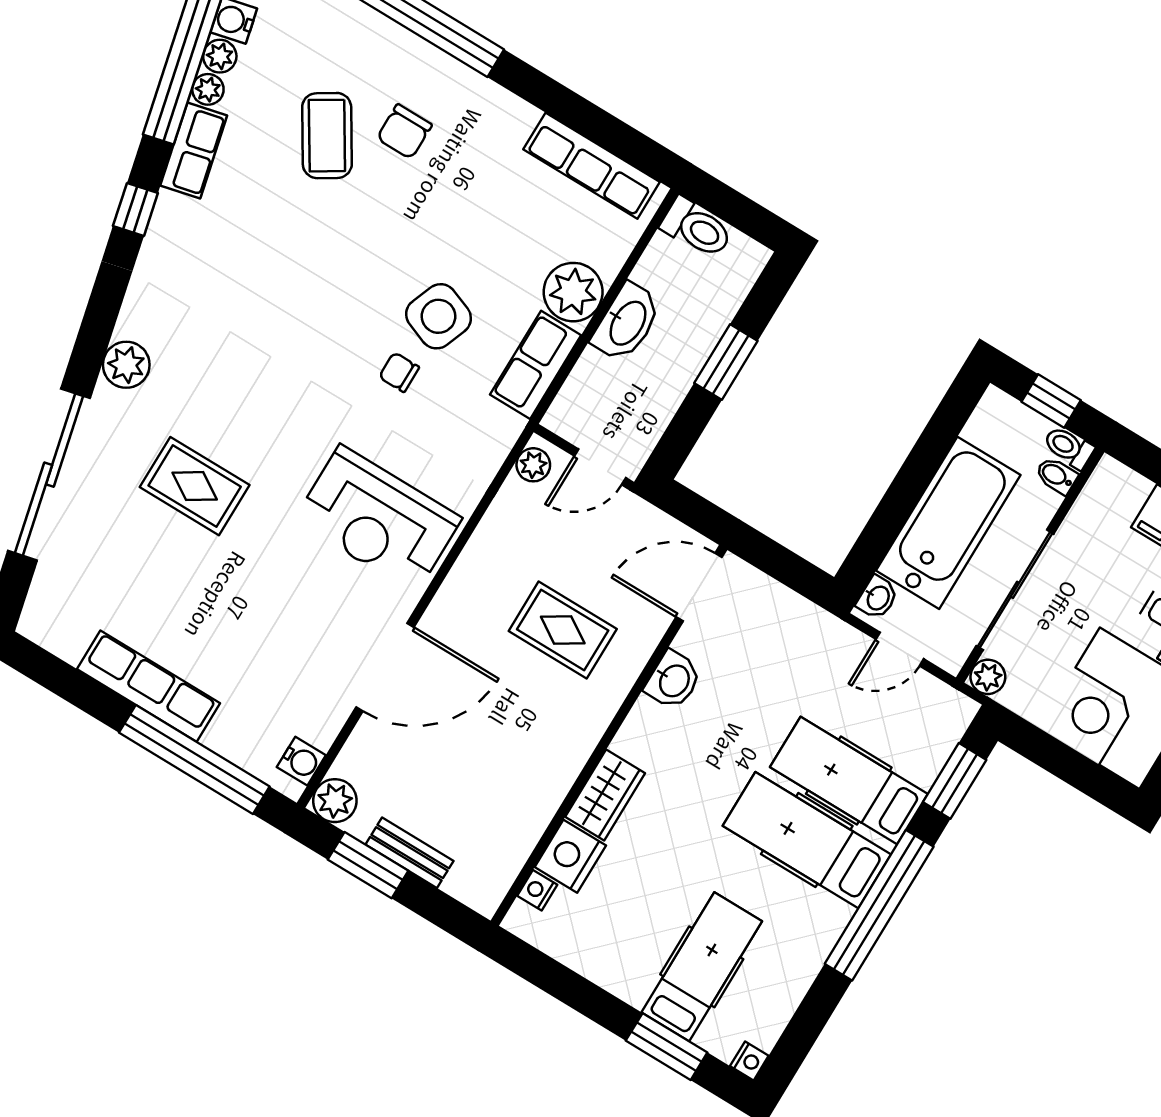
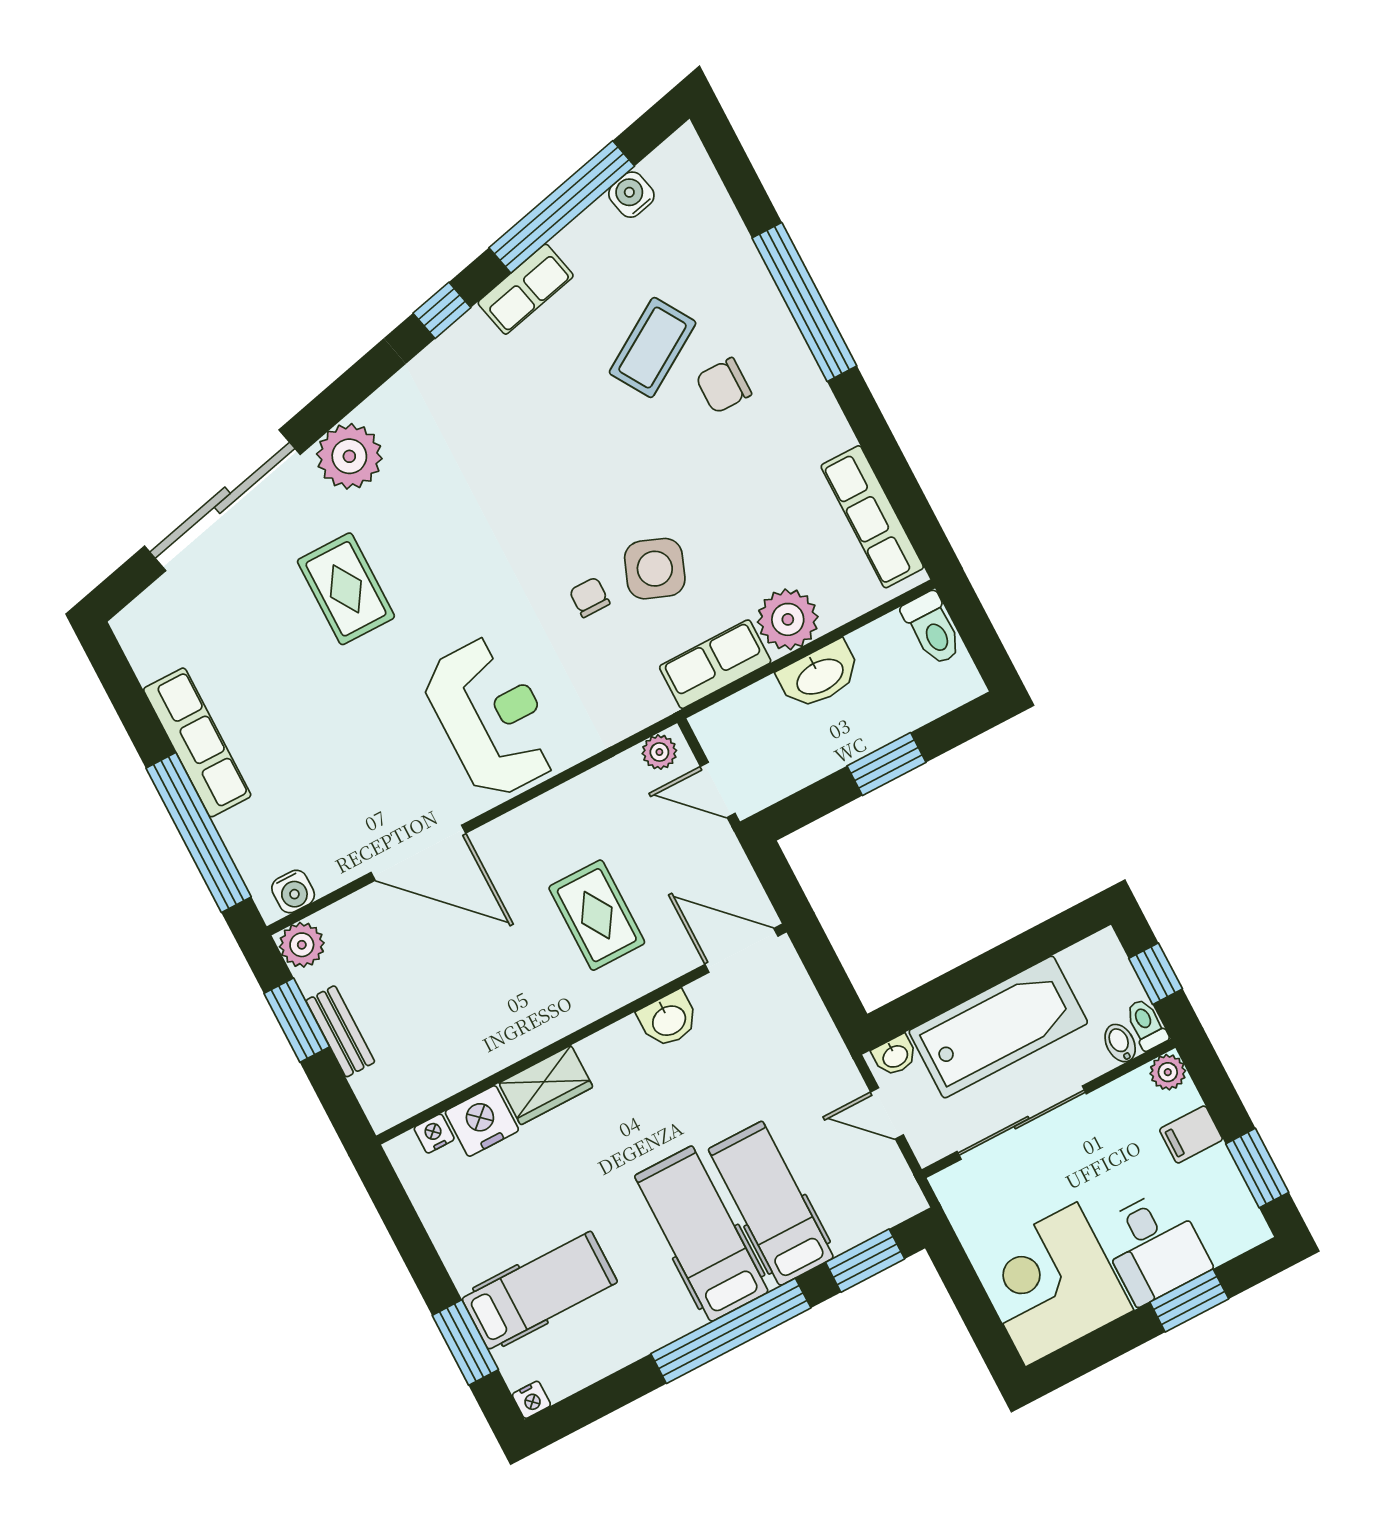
plant: (220, 56) -> (600, 219), removed
plant: (208, 89) -> (571, 242), removed
plant: (126, 365) -> (349, 456), width x1.36, depth x1.36
reception desk: (378, 519) -> (492, 717), turned 180
plant: (988, 677) -> (1168, 1072), moved

